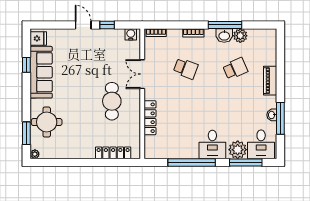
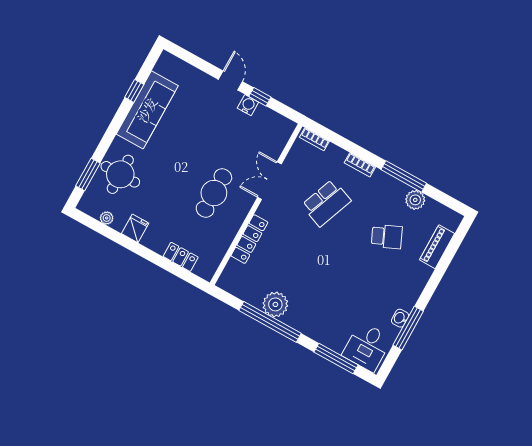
water cooler: (131, 34) -> (248, 105), moved
washbasin: (224, 36) -> (396, 189), removed
fridge: (38, 38) -> (135, 228), moved, turned -90
school desk: (186, 68) -> (326, 203), width x1.85
piano: (270, 81) -> (437, 247), moved
desk: (212, 144) -> (308, 314), removed
plant: (238, 150) -> (275, 304), moved
locker: (113, 153) -> (181, 257), width x0.66
plant: (35, 154) -> (107, 218), moved

